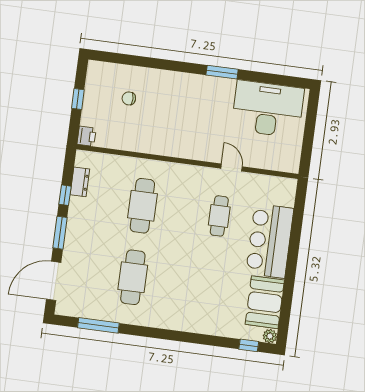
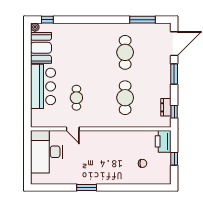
desk: (268, 109) -> (47, 152), moved, turned 90
printer: (87, 136) -> (163, 141), width x1.87, depth x1.48
window: (65, 195) -> (174, 112), moved

